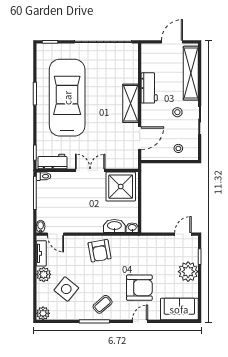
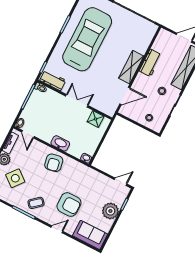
shower: (121, 187) -> (96, 119), width x0.54, depth x0.54
washbasin: (114, 226) -> (60, 143), moved

